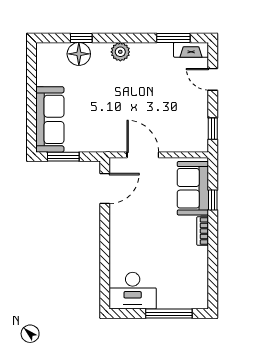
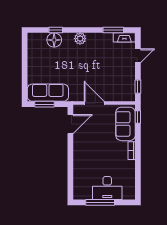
door: (213, 79) -> (138, 56), swing flipped
sofa: (50, 119) -> (48, 93), moved, turned -90
window: (213, 200) -> (138, 117), moved
desk: (133, 291) -> (107, 188), moved
window: (169, 314) -> (100, 202), moved

